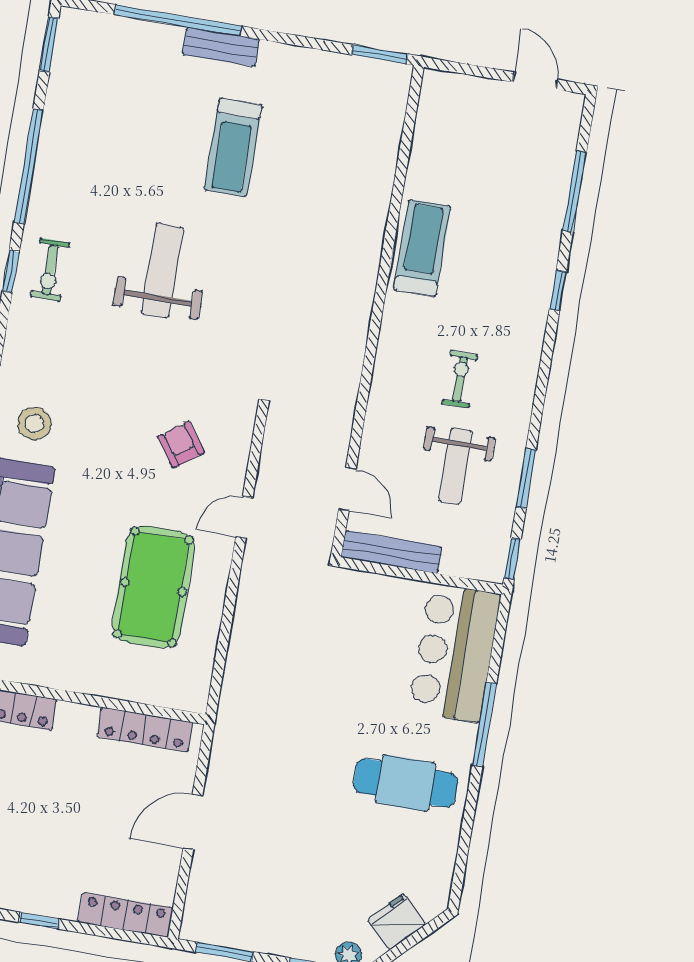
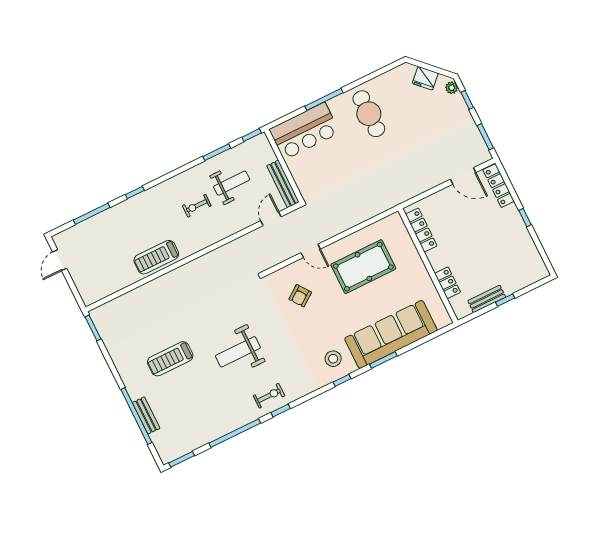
bench: (221, 47) -> (146, 415), moved
treadmill: (233, 147) -> (170, 359), turned 180
door: (193, 822) -> (463, 176), moved

